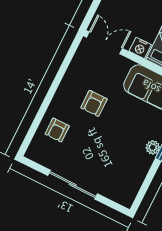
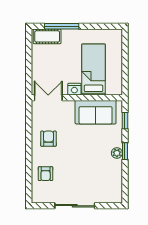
armchair: (94, 103) -> (48, 139), moved, turned 180

